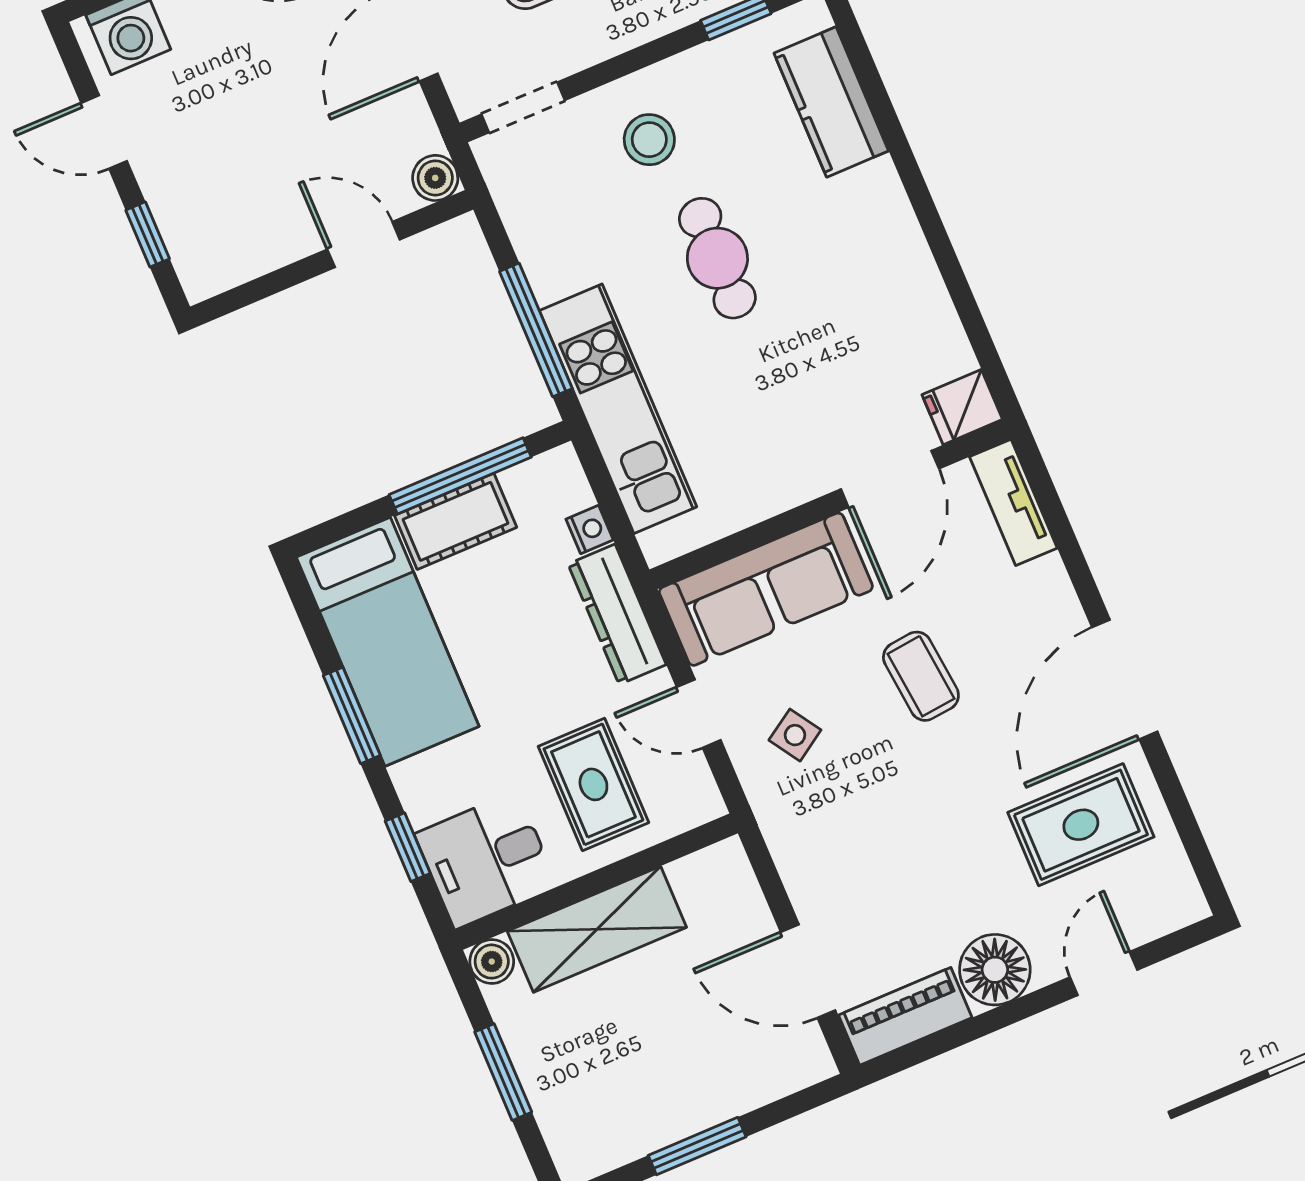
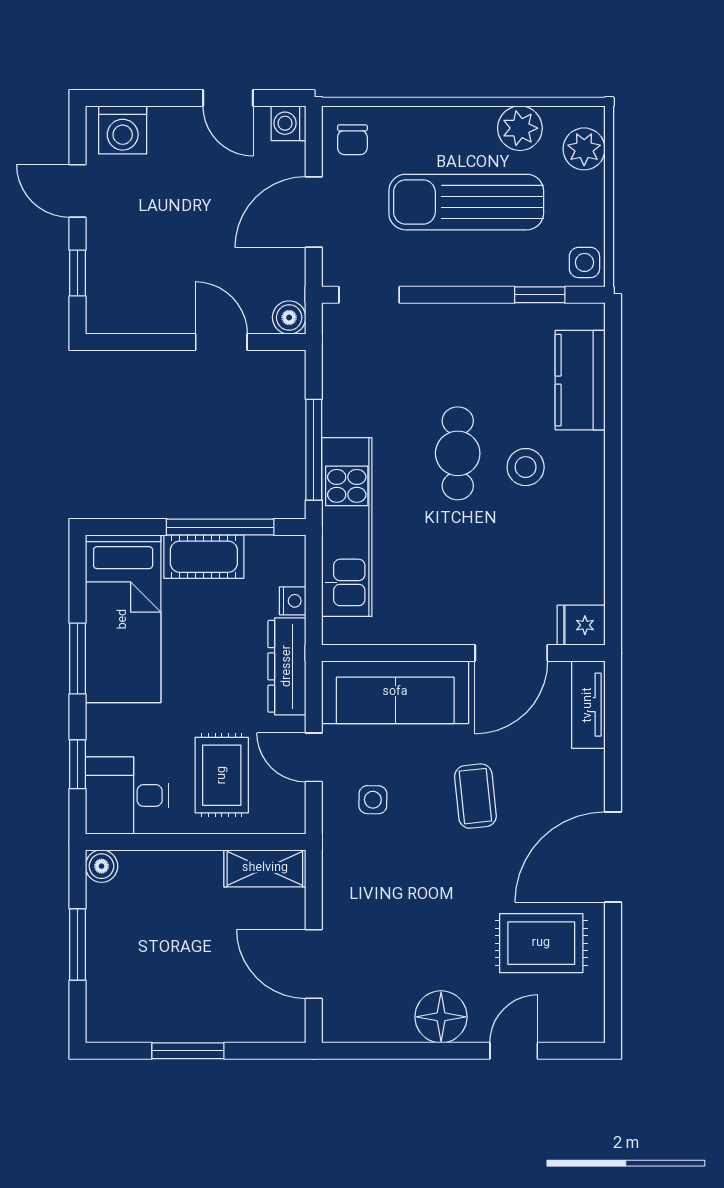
stool: (649, 140) -> (526, 467), moved
side table: (795, 735) -> (373, 800), turned 34
shelving: (597, 929) -> (265, 868), moved, width x0.67, depth x0.75
piano: (905, 1016) -> (367, 1023), removed

